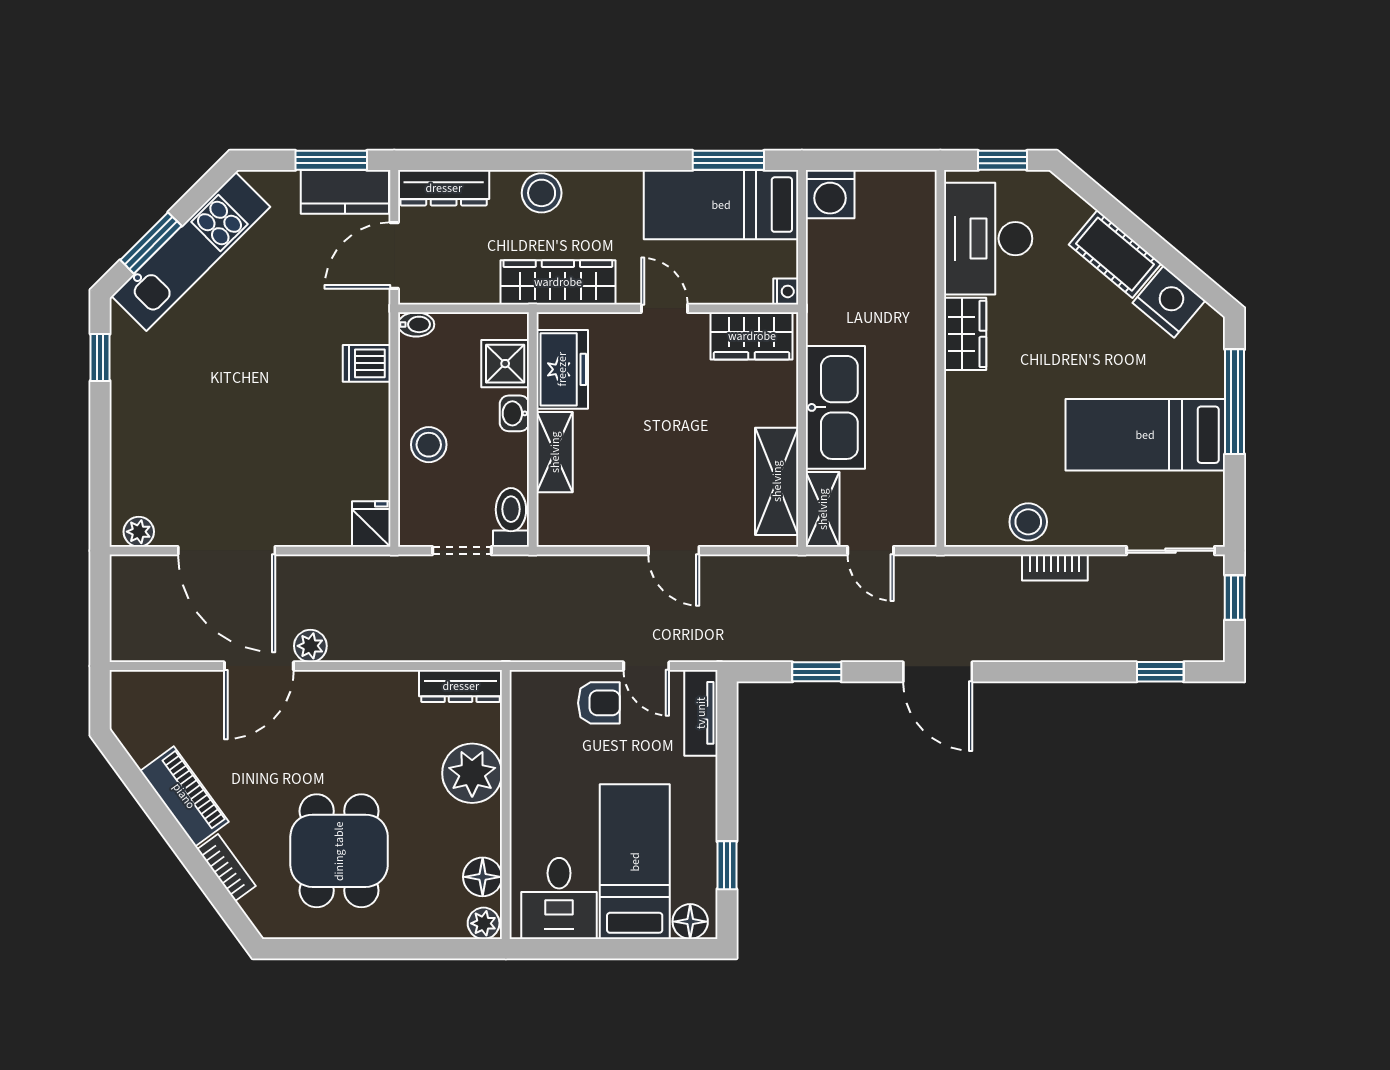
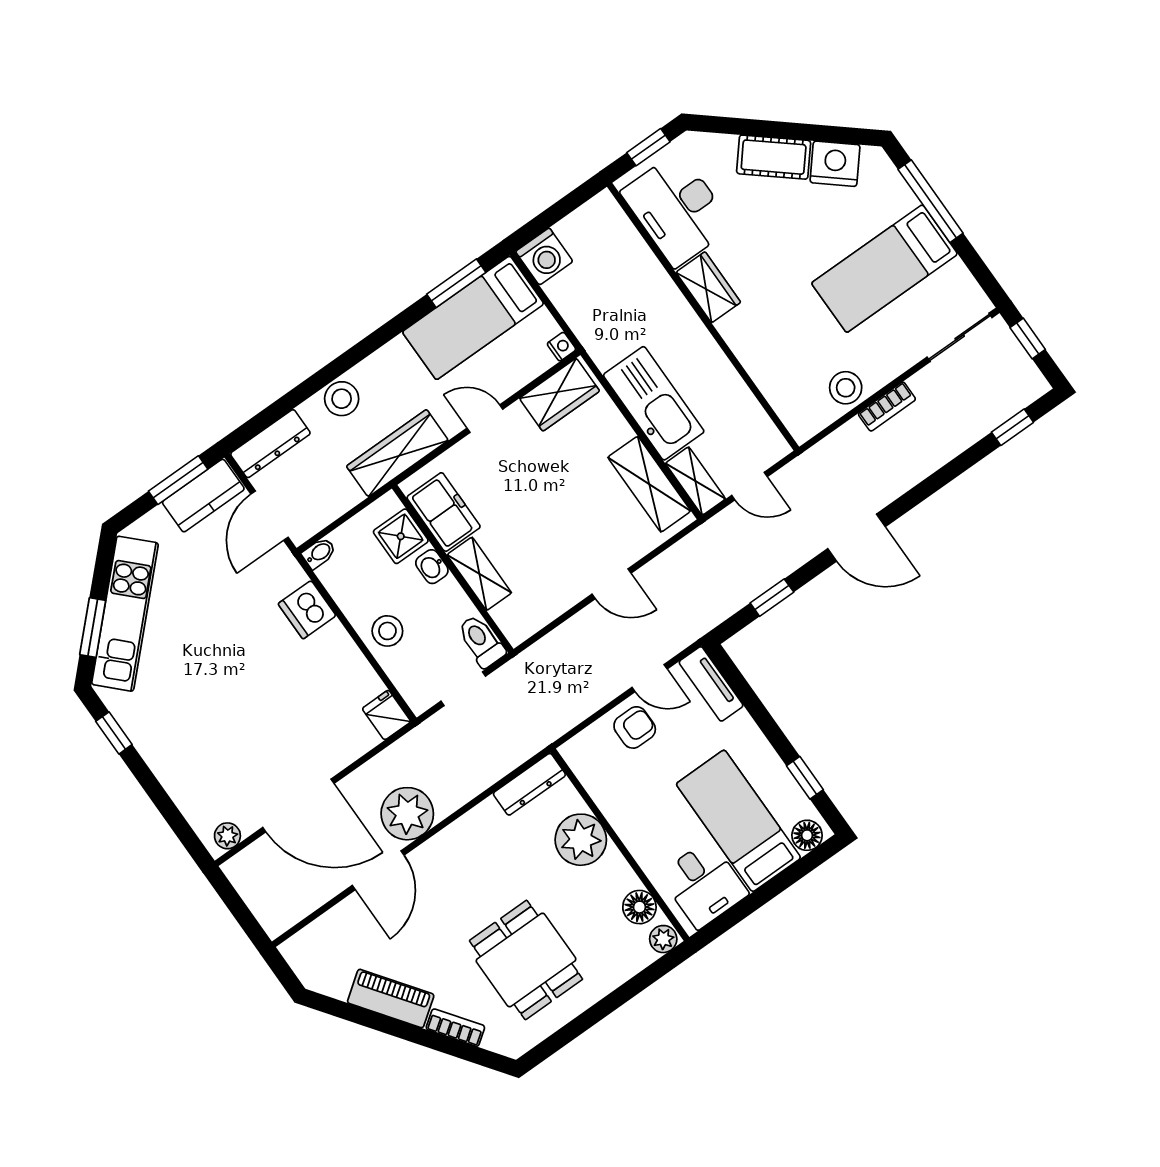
dishwasher: (367, 363) -> (307, 610), width x1.38
plant: (310, 646) -> (407, 814), width x1.88, depth x1.88

